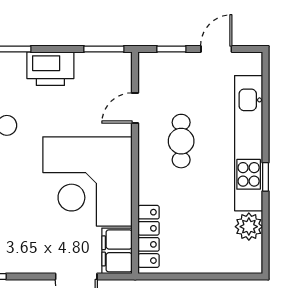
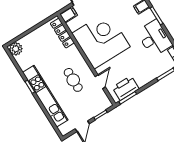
printer: (50, 69) -> (126, 88), moved
plant: (249, 227) -> (16, 49), moved
filing cabinet: (117, 251) -> (69, 15), width x0.50

